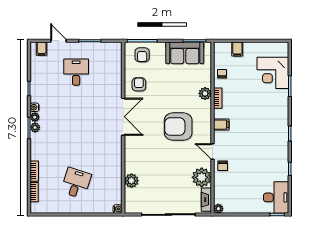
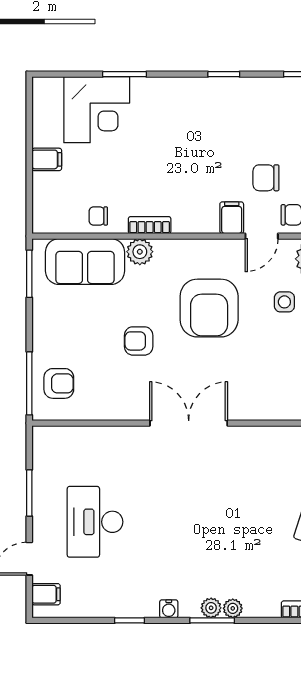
filing cabinet: (237, 49) -> (47, 159), moved
sofa: (185, 53) -> (85, 262), moved, turned 90
desk: (76, 72) -> (95, 522), width x1.37
armchair: (139, 84) -> (139, 341), moved
plant: (35, 117) -> (233, 608), moved
filing cabinet: (221, 125) -> (232, 218), moved
chair: (240, 154) -> (266, 178), added
side table: (181, 162) -> (284, 302), added

